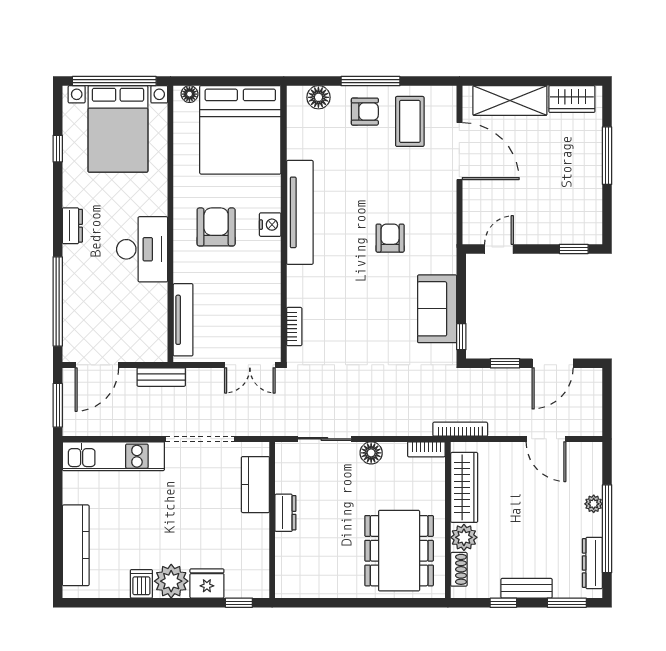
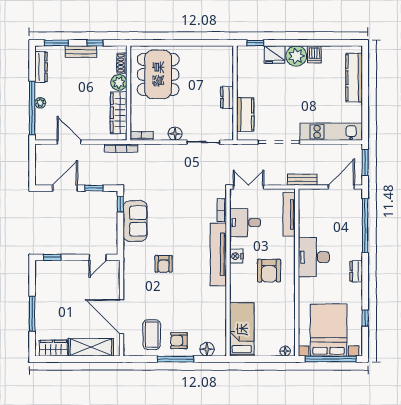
bed: (240, 130) -> (242, 329), width x0.49
tv unit: (300, 212) -> (218, 254), moved
nightstand: (270, 225) -> (236, 256), moved
desk: (256, 306) -> (245, 223), added
window: (607, 529) -> (32, 108), moved

